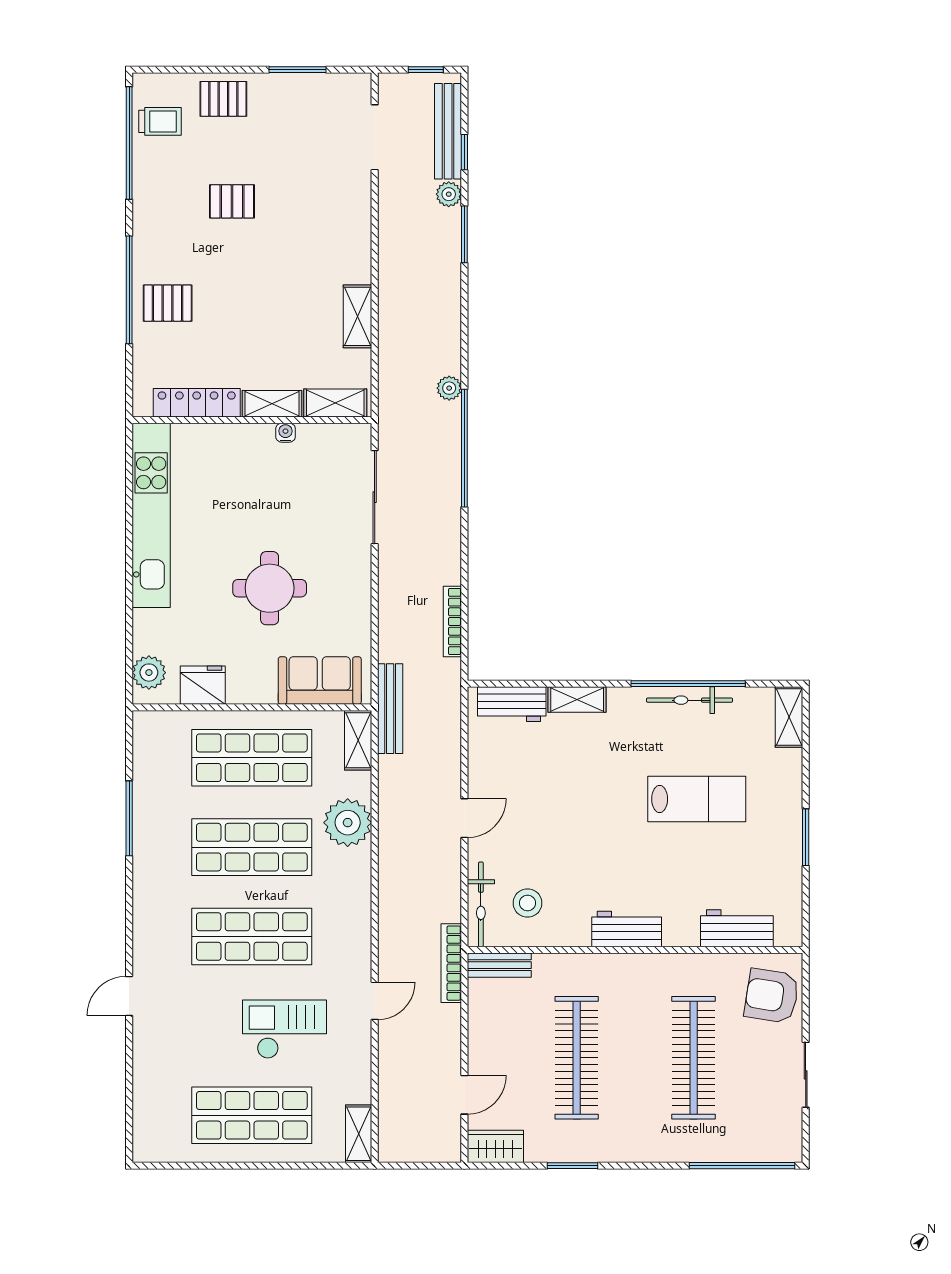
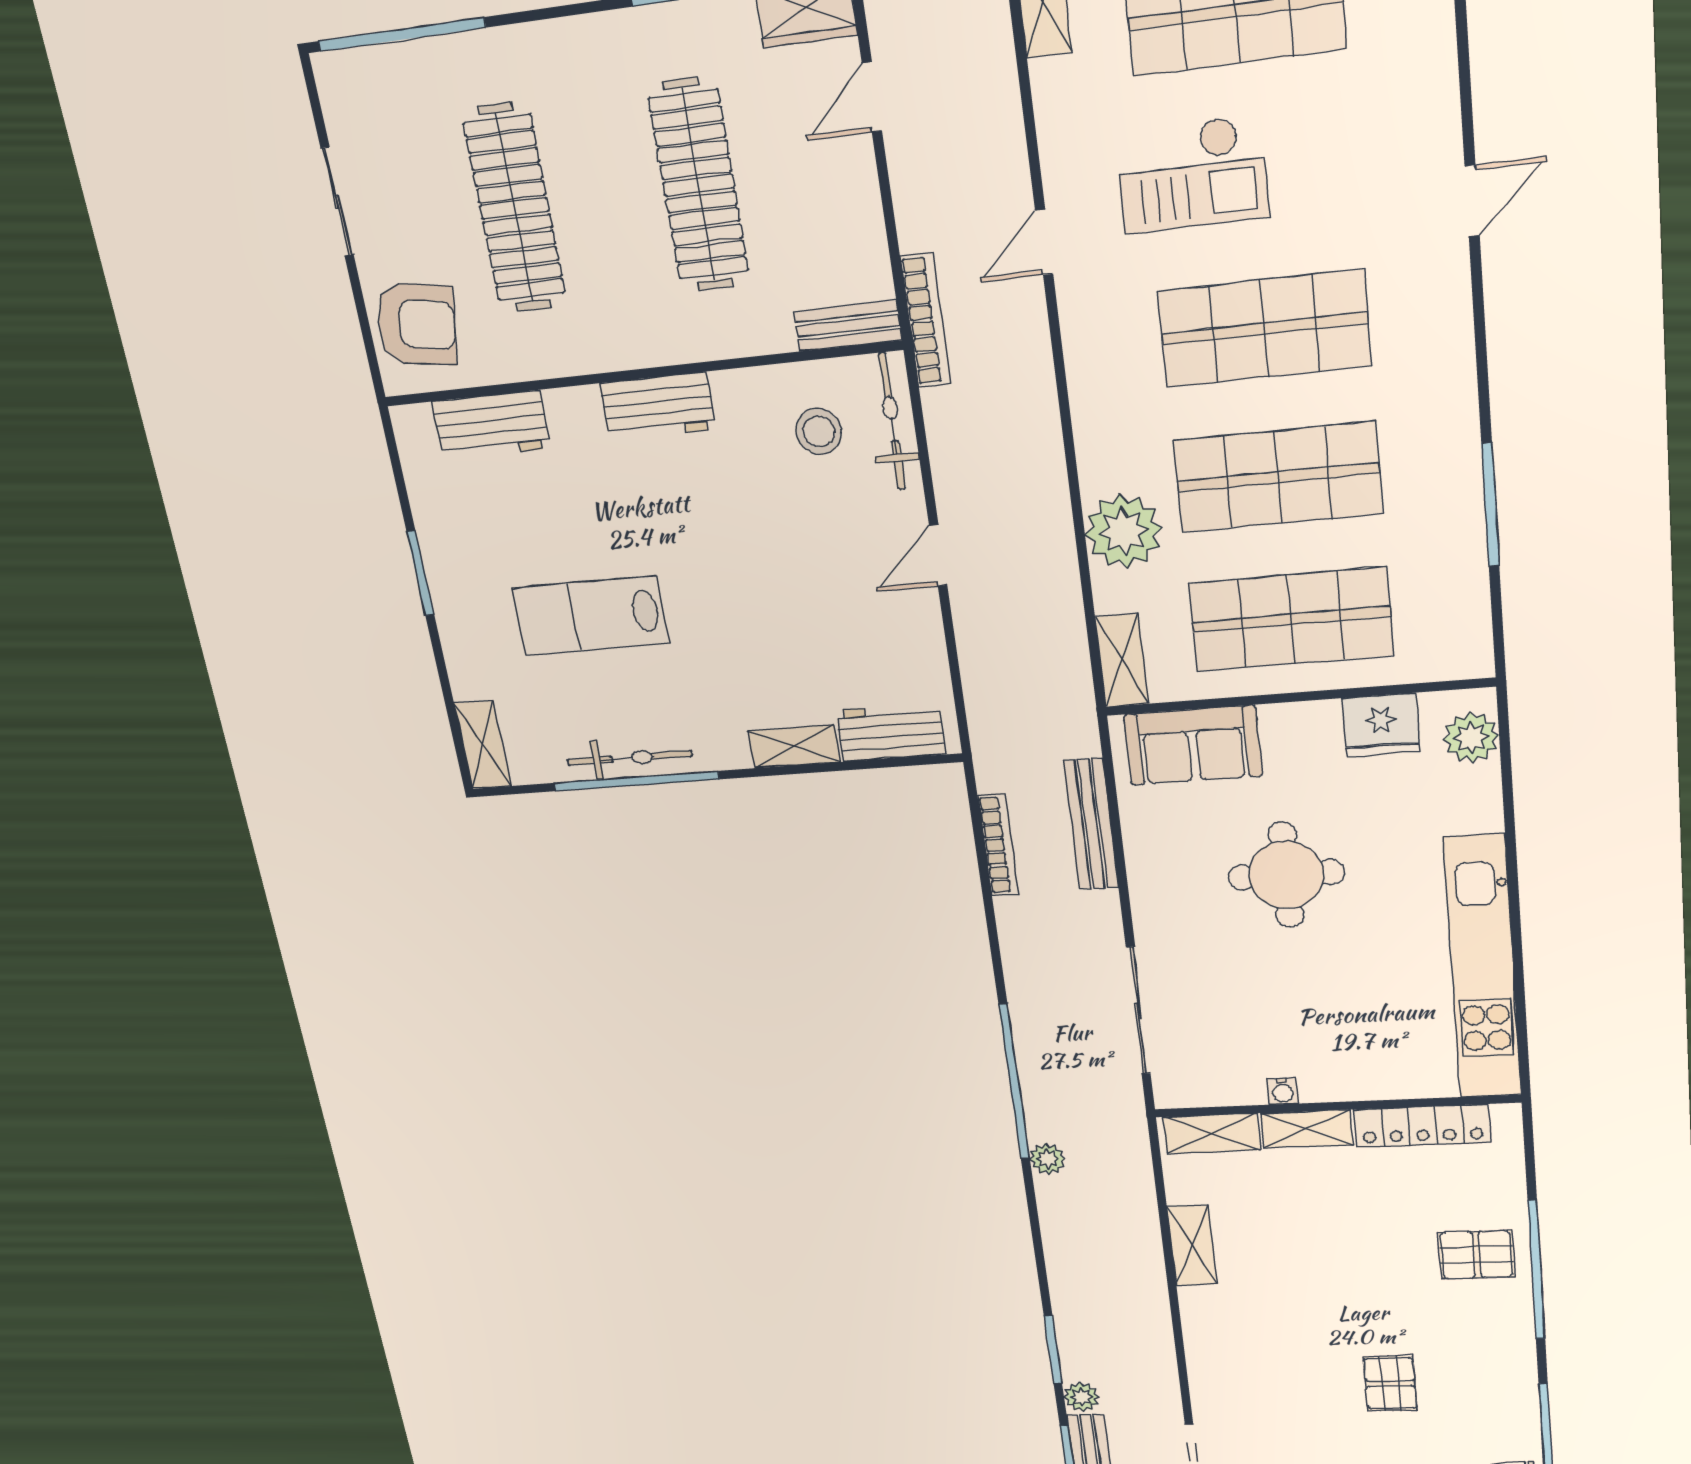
pallet: (232, 201) -> (1390, 1384), turned 90
bench: (390, 709) -> (1091, 824), moved

